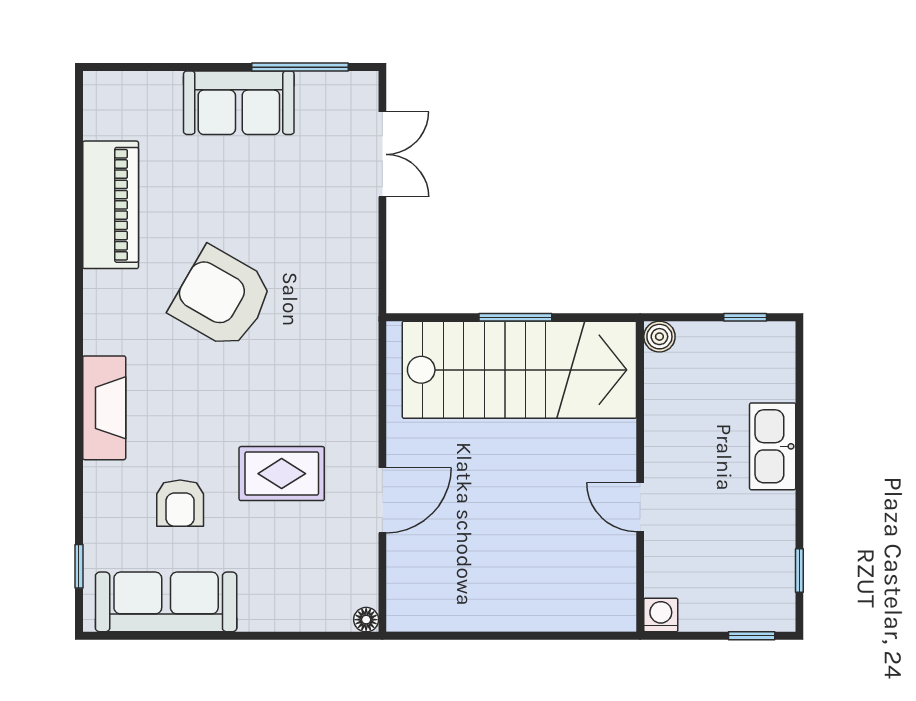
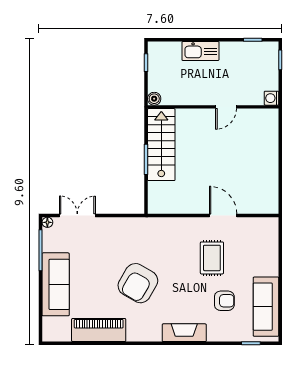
sofa: (239, 103) -> (56, 284), width x1.36
stairs: (519, 370) -> (161, 145), width x0.73, depth x0.66
floor lamp: (366, 620) -> (47, 222), moved

